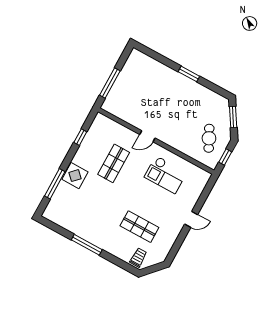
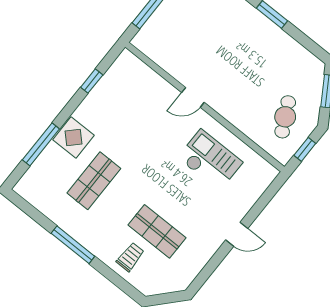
shop shelf: (114, 163) -> (94, 181), moved
checkout: (166, 175) -> (210, 160), turned 180
trolley: (138, 257) -> (130, 257), moved

